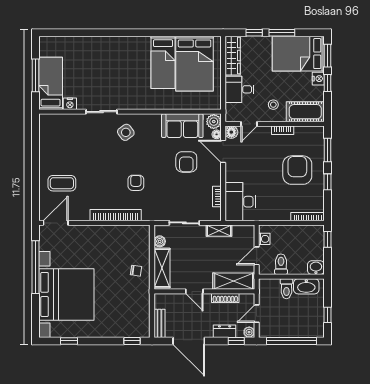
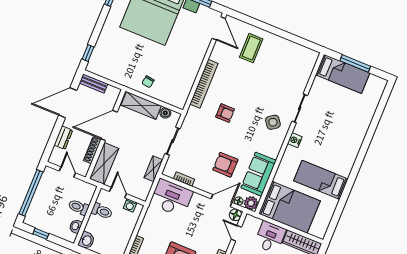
bed: (195, 64) -> (289, 207), moved, turned 180
nightstand: (70, 104) -> (295, 140), moved
washbasin: (306, 286) -> (76, 226), width x0.52, depth x0.69
door: (194, 291) -> (109, 125), width x1.87
plant: (249, 332) -> (54, 159), removed
window: (236, 341) -> (51, 144), removed

